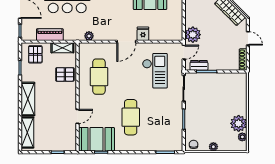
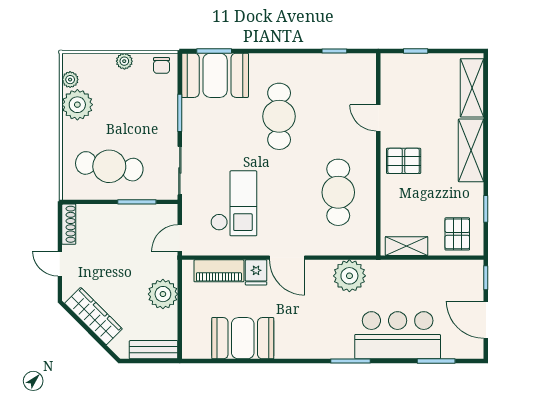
piano: (50, 35) -> (219, 271), moved
plant: (193, 35) -> (163, 294), moved
plant: (89, 36) -> (349, 276), width x1.88, depth x1.88
door: (126, 42) -> (287, 258), swing flipped
dresser: (199, 65) -> (151, 213), removed
checkout: (155, 71) -> (234, 203), turned 180
pallet: (65, 74) -> (404, 161), moved
cafe table: (221, 90) -> (109, 166), added
door: (78, 116) -> (378, 118), hinge flipped
booth: (97, 139) -> (215, 75), moved

